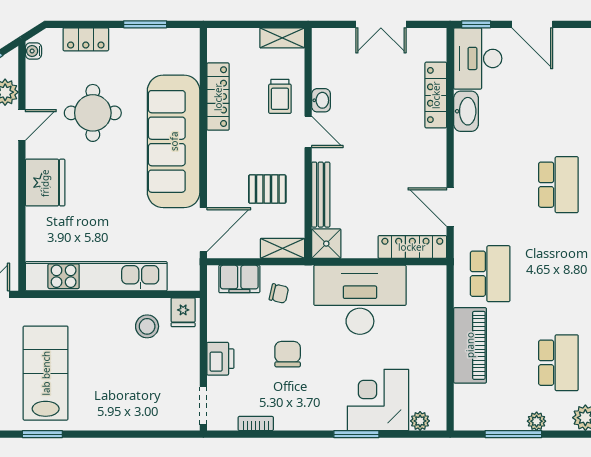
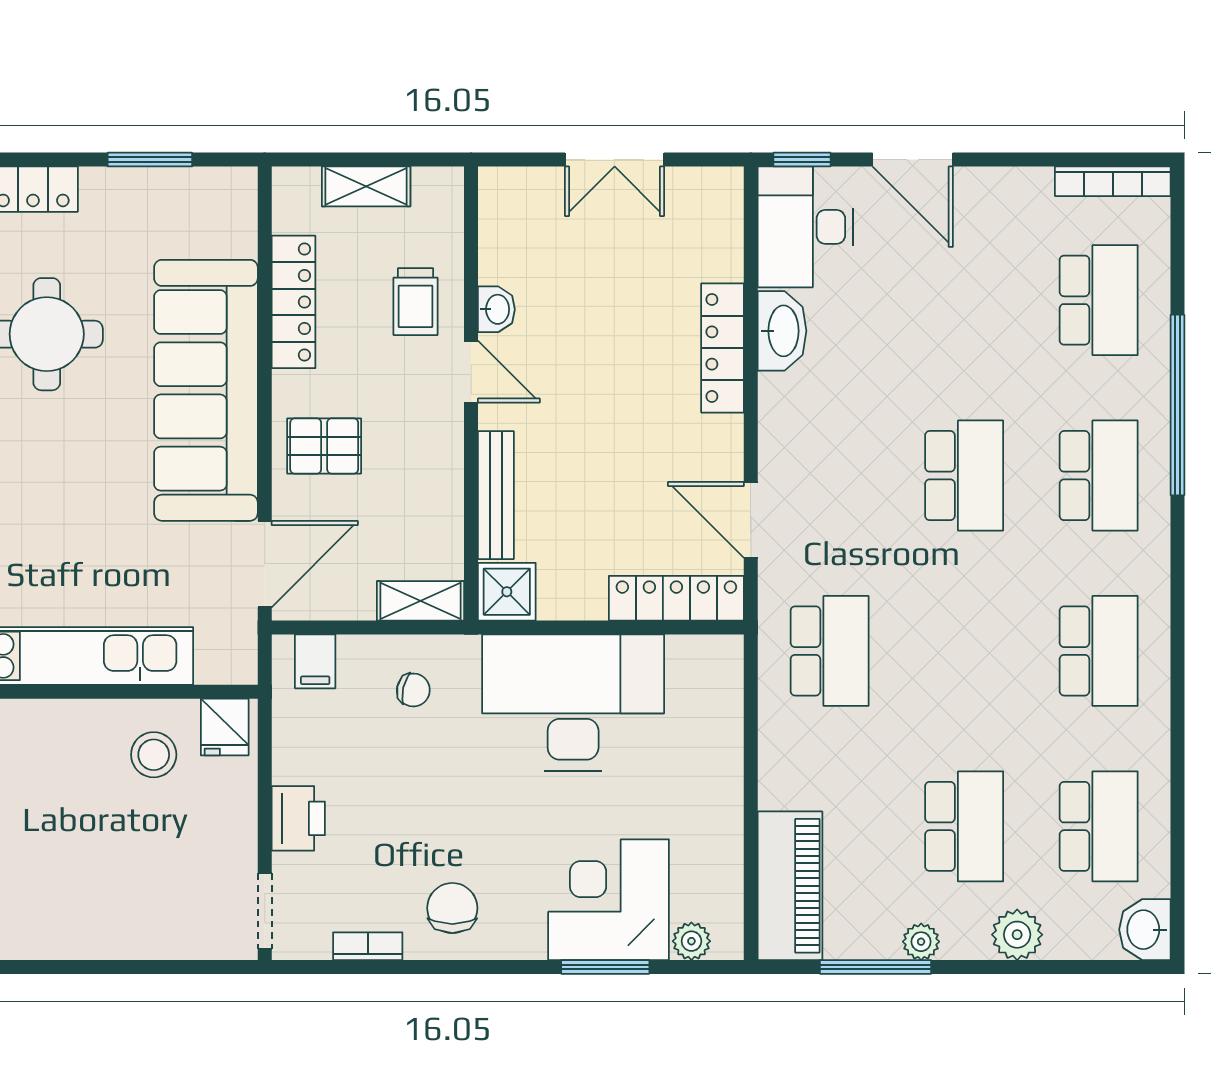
shelving: (282, 38) -> (366, 186), moved
locker: (436, 95) -> (723, 348), moved
pallet: (267, 189) -> (324, 446), moved
filing cabinet: (239, 279) -> (315, 661), width x0.50
piano: (470, 345) -> (790, 886), moved
chair: (288, 354) -> (452, 908), moved
window: (356, 434) -> (605, 967), moved

